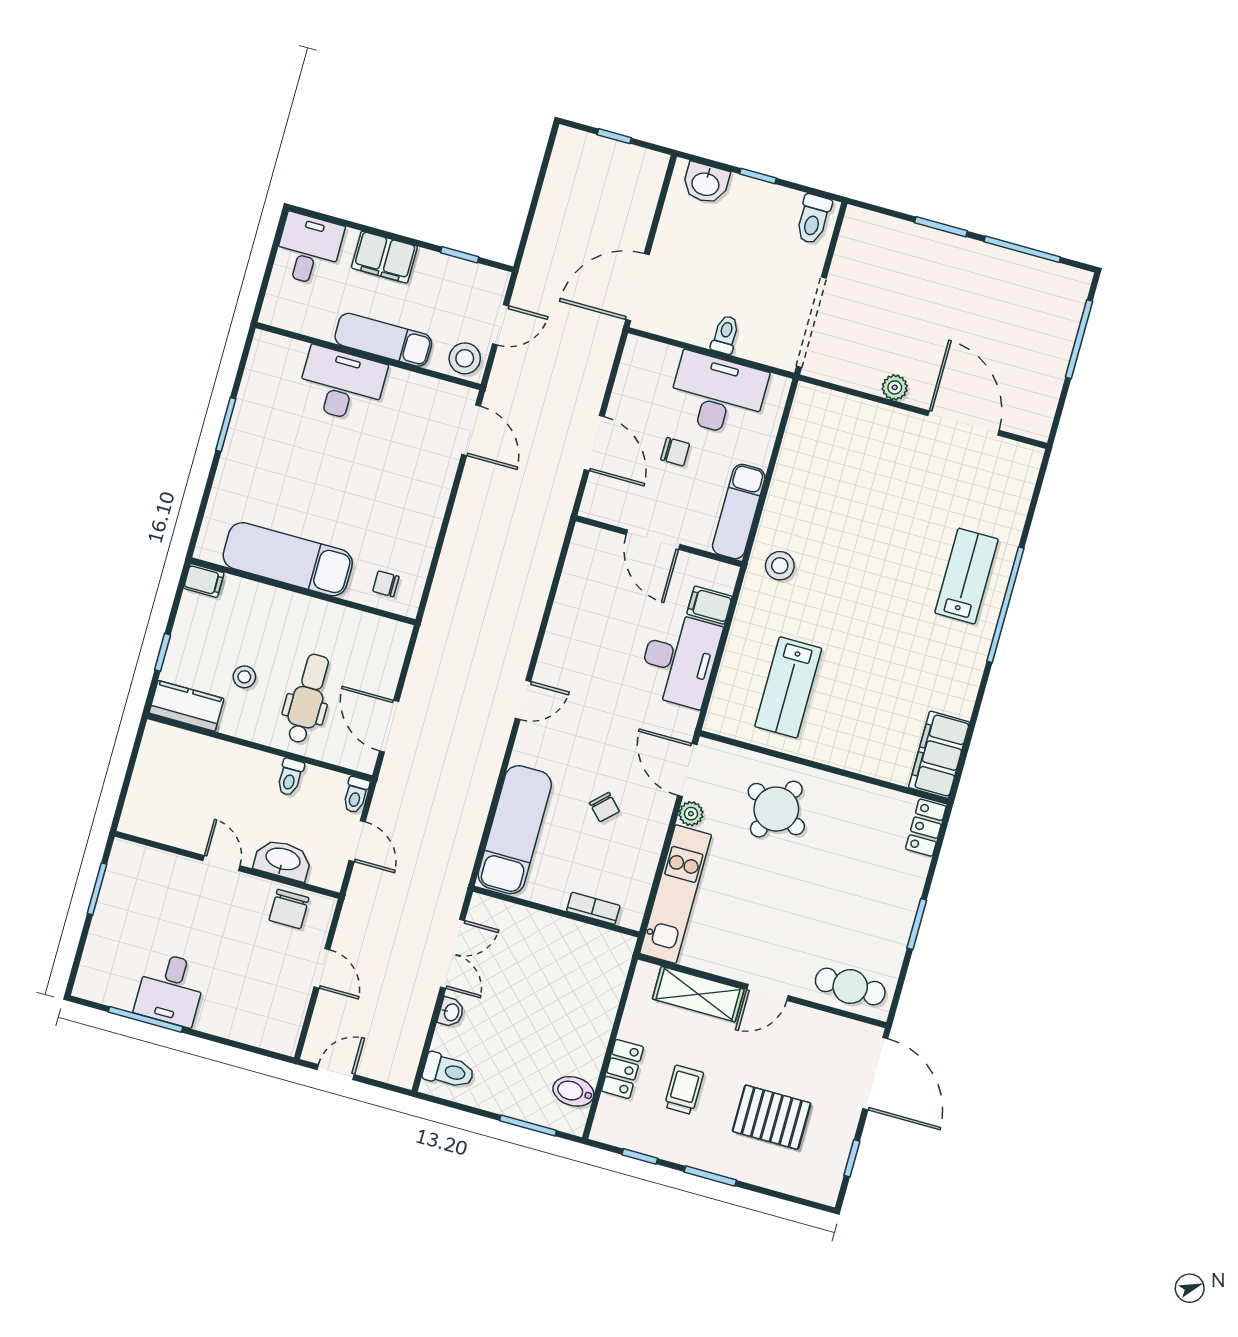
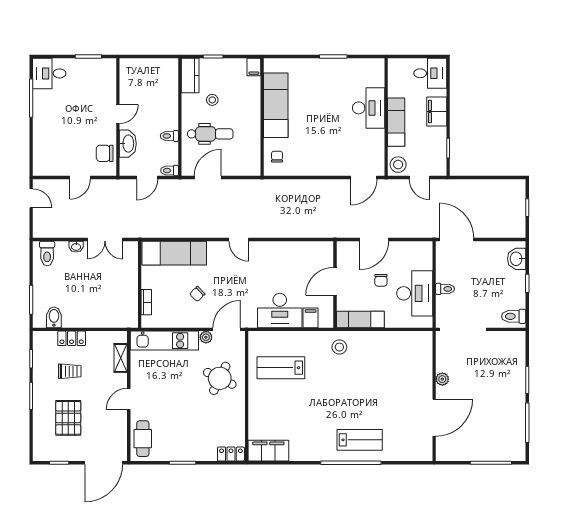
desk: (171, 989) -> (49, 73), moved
door: (767, 992) -> (129, 399), hinge flipped
shelving: (698, 994) -> (121, 358), width x0.67, depth x0.75

